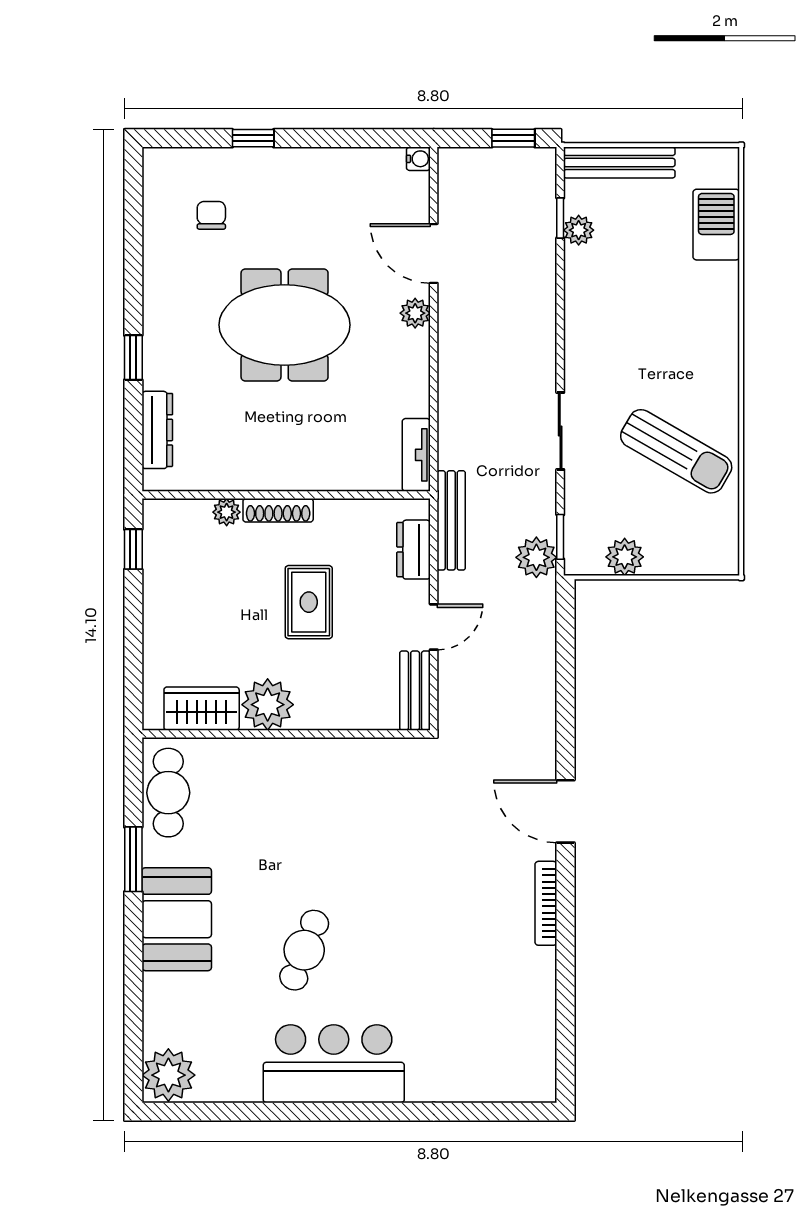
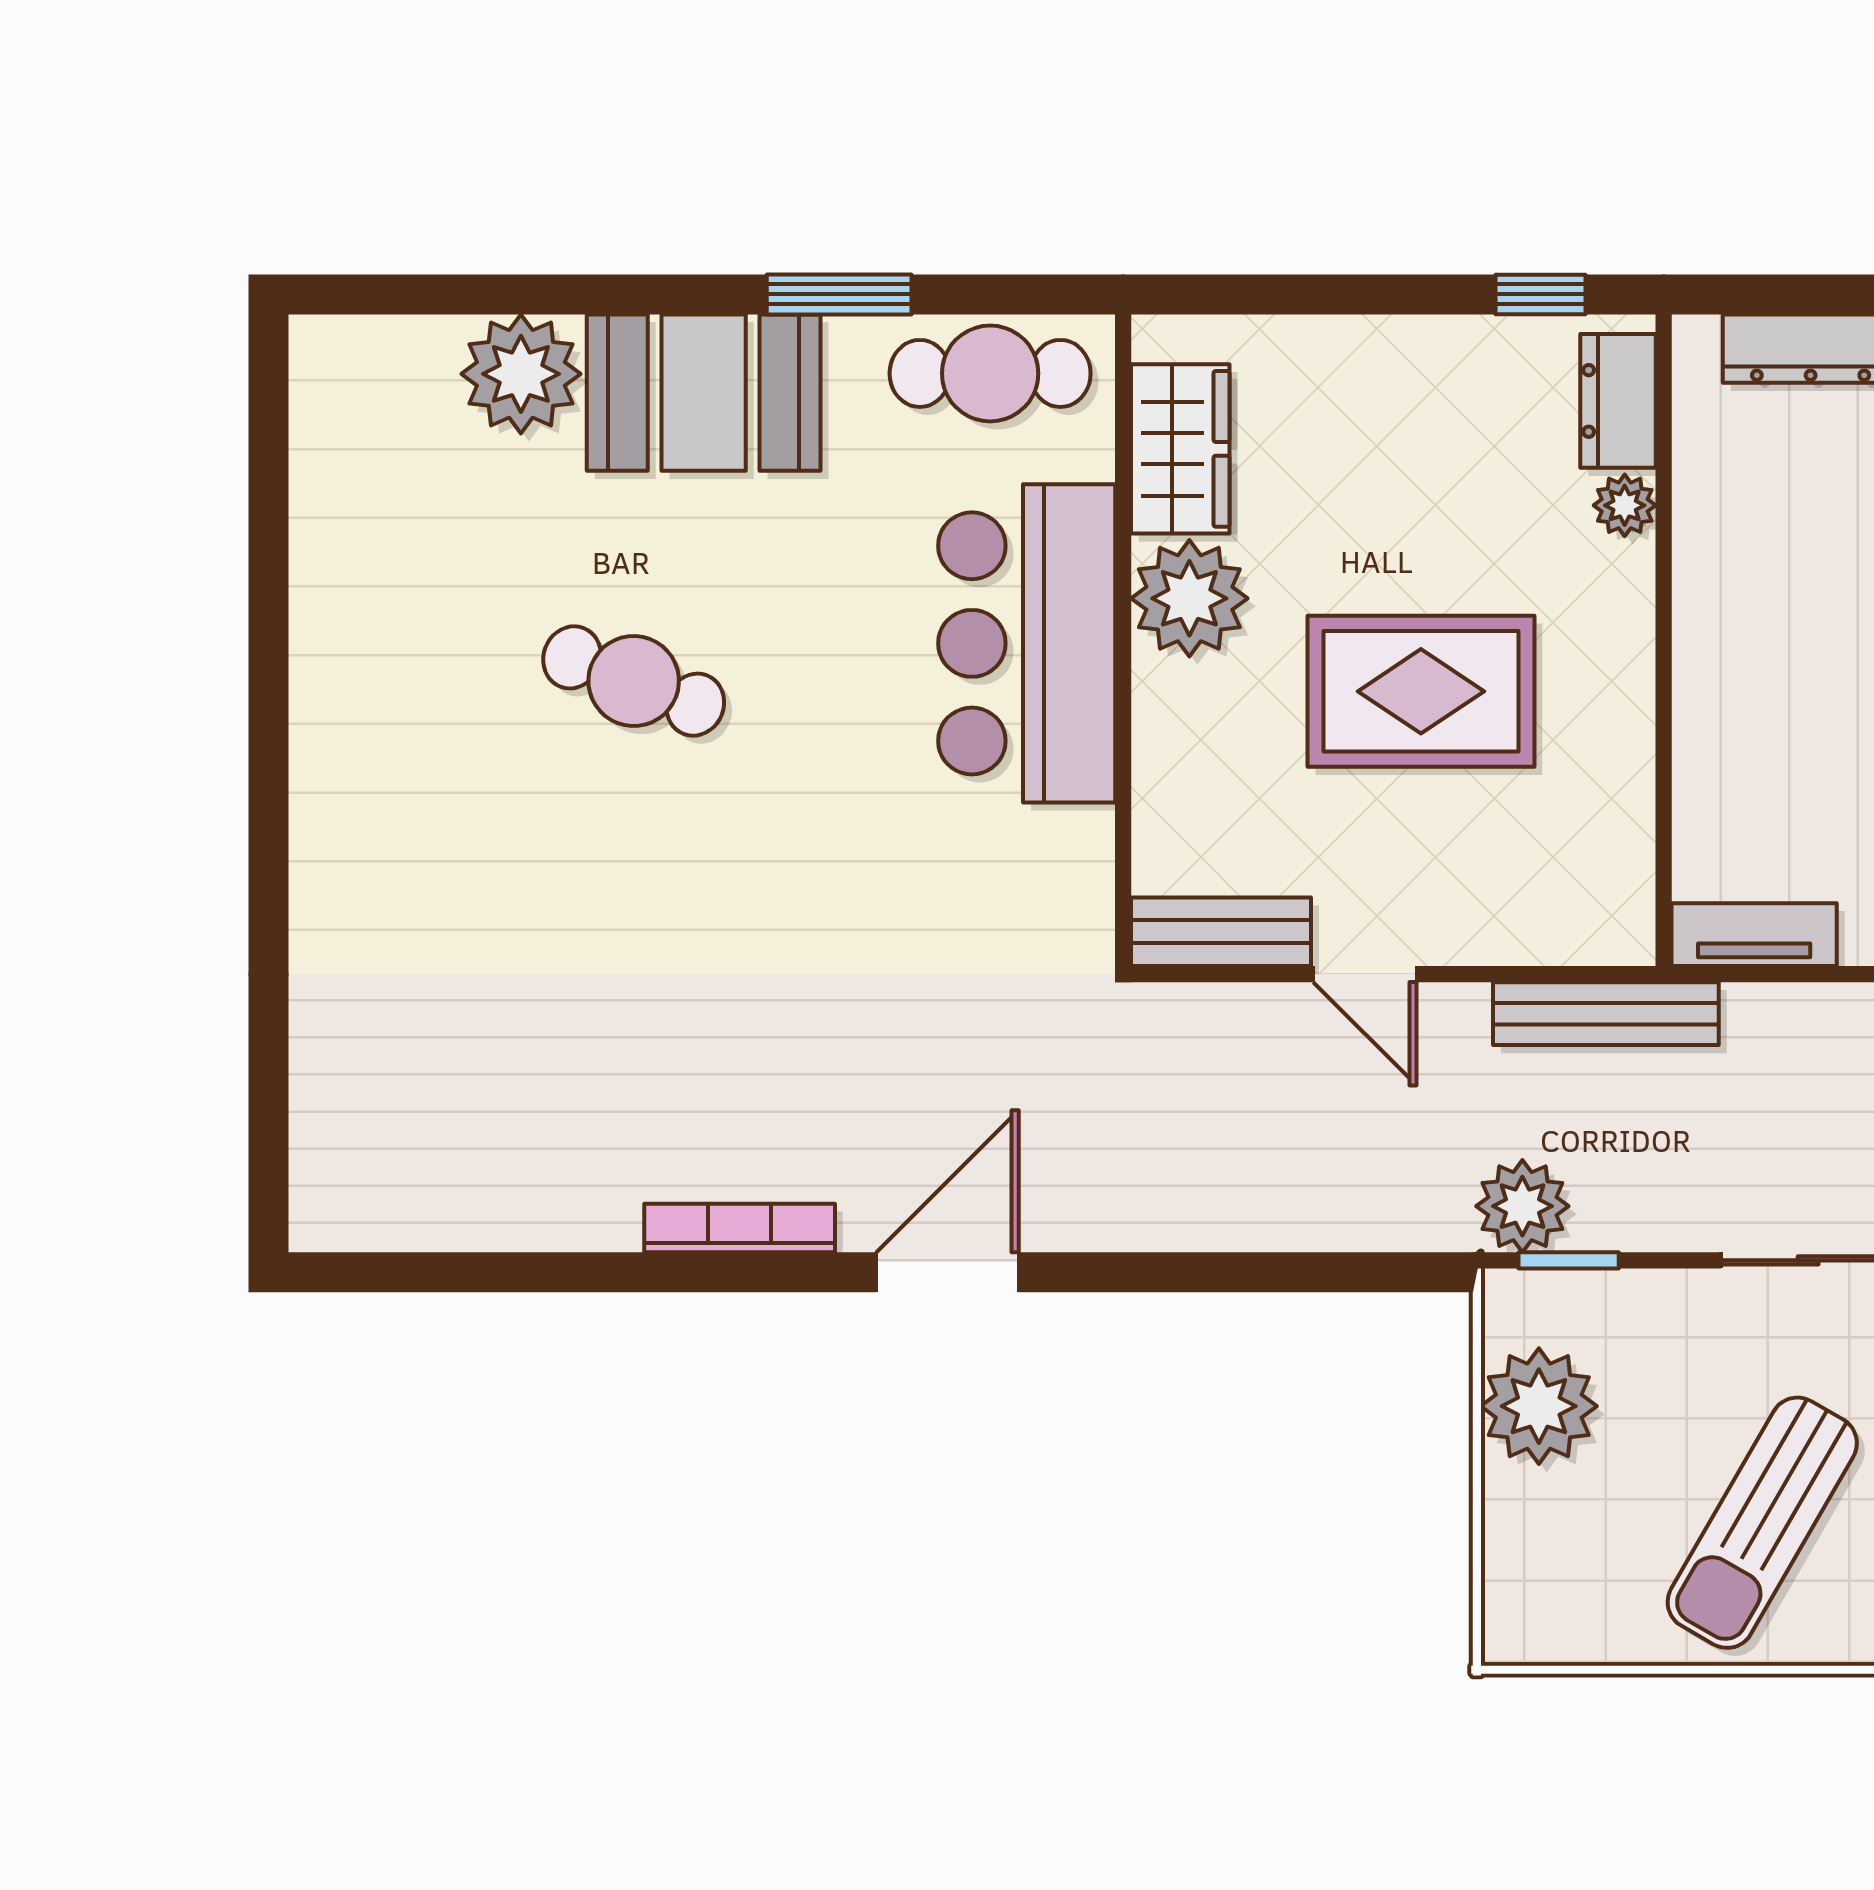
shoe rack: (278, 510) -> (1629, 622), removed
dresser: (414, 550) -> (1618, 401), moved, turned -90
plant: (625, 557) -> (1539, 1406), width x1.36, depth x1.36
rug: (309, 602) -> (1421, 691), width x1.36, depth x1.43
bar counter: (334, 1064) -> (1027, 643), moved, turned 180
plant: (168, 1075) -> (521, 374), moved

